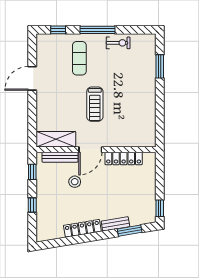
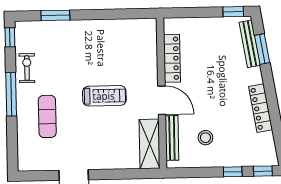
window: (58, 30) -> (10, 37), moved
exercise mat: (79, 58) -> (47, 116), turned 90
window: (32, 172) -> (263, 171), moved
stool: (75, 182) -> (205, 138), moved
bench: (115, 224) -> (250, 44), moved, width x1.36

